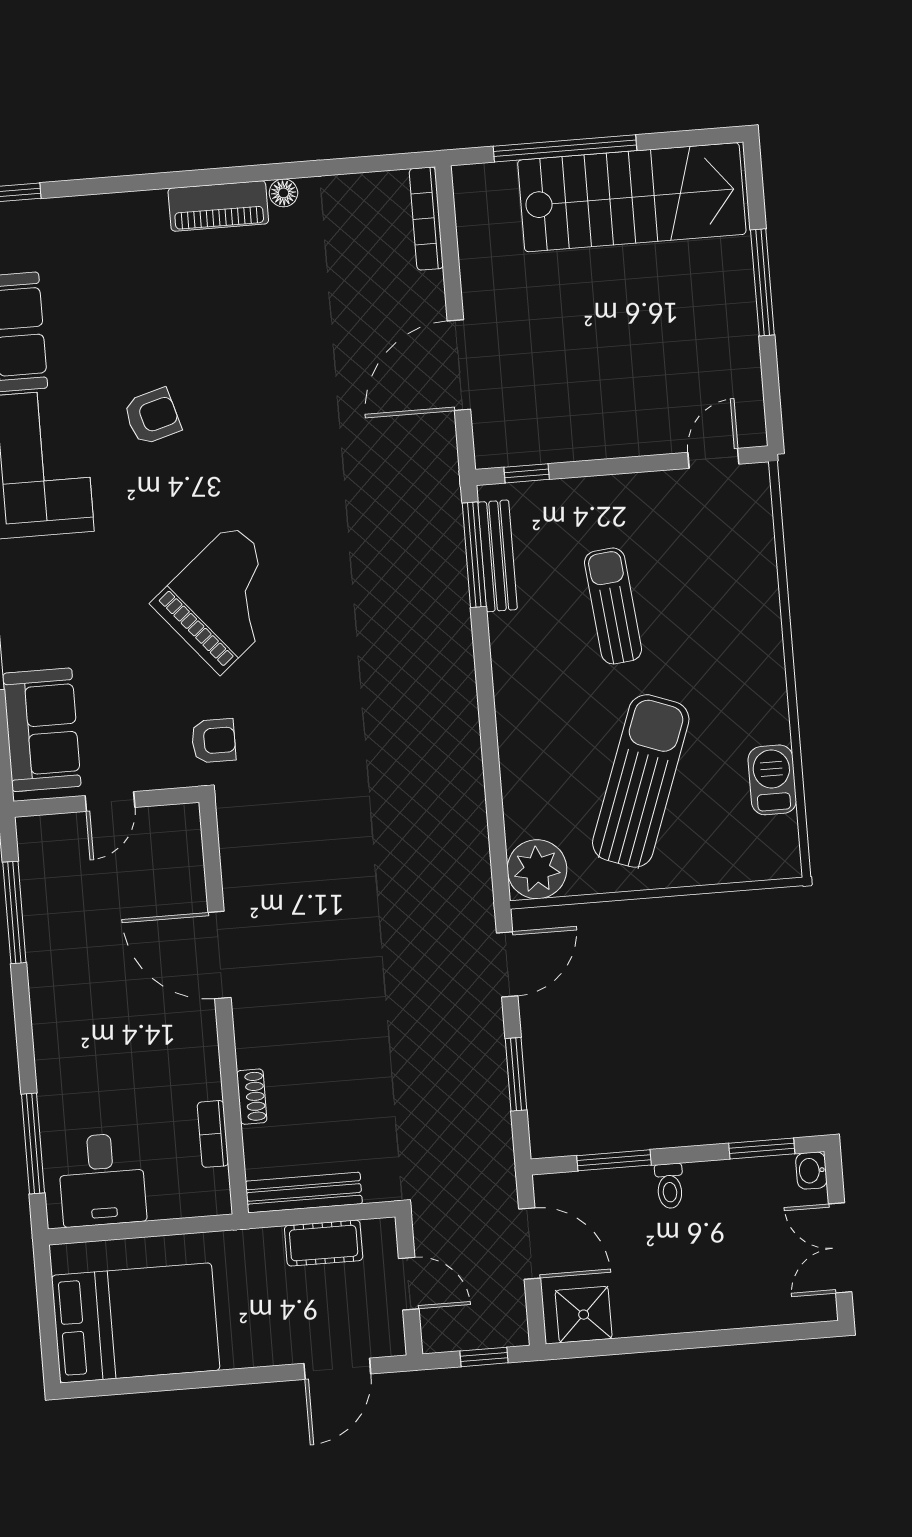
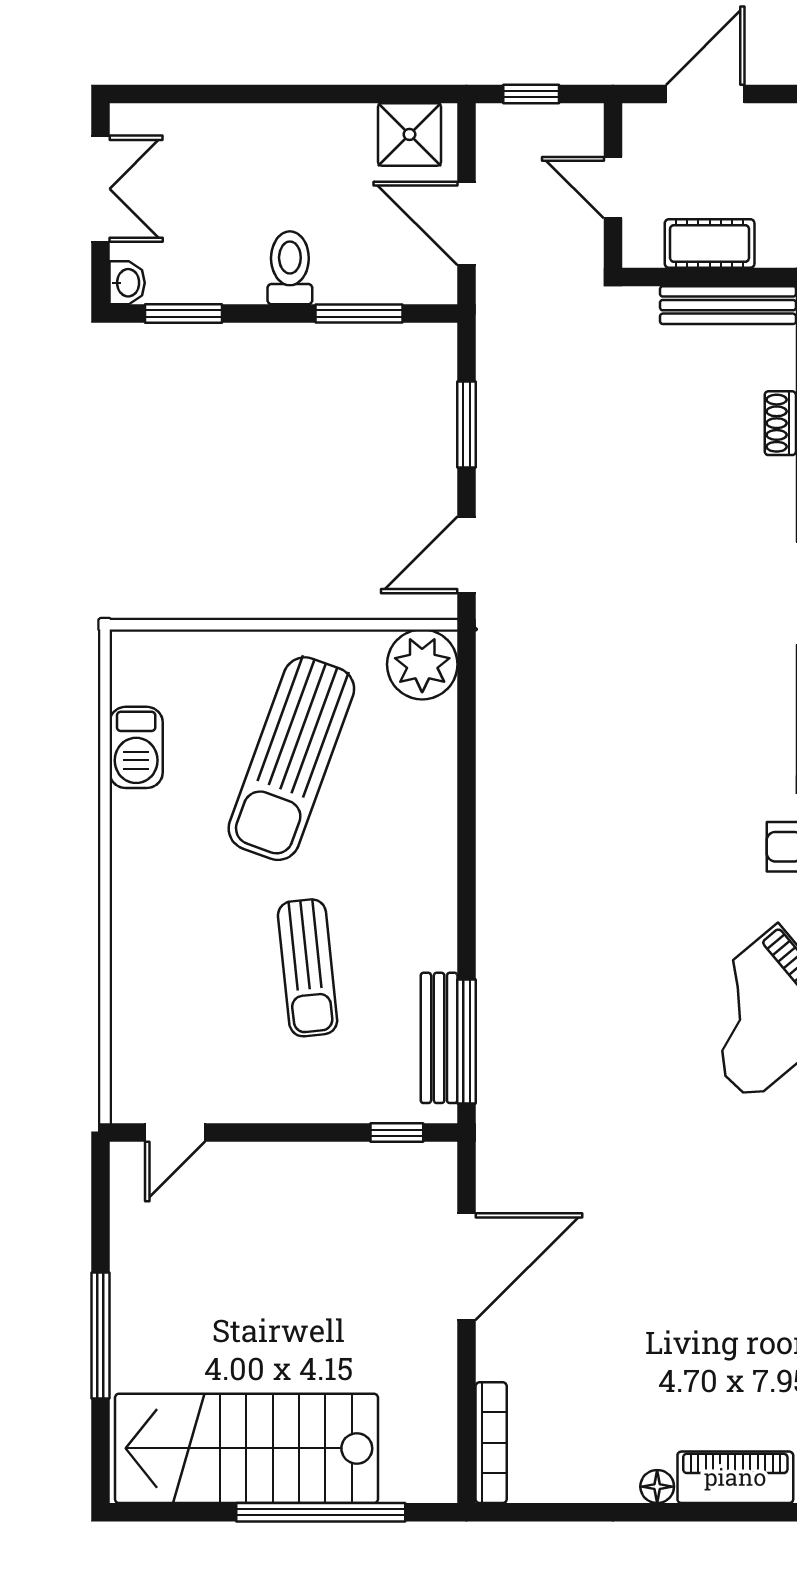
toilet: (669, 1186) -> (290, 268), width x1.37, depth x1.39

